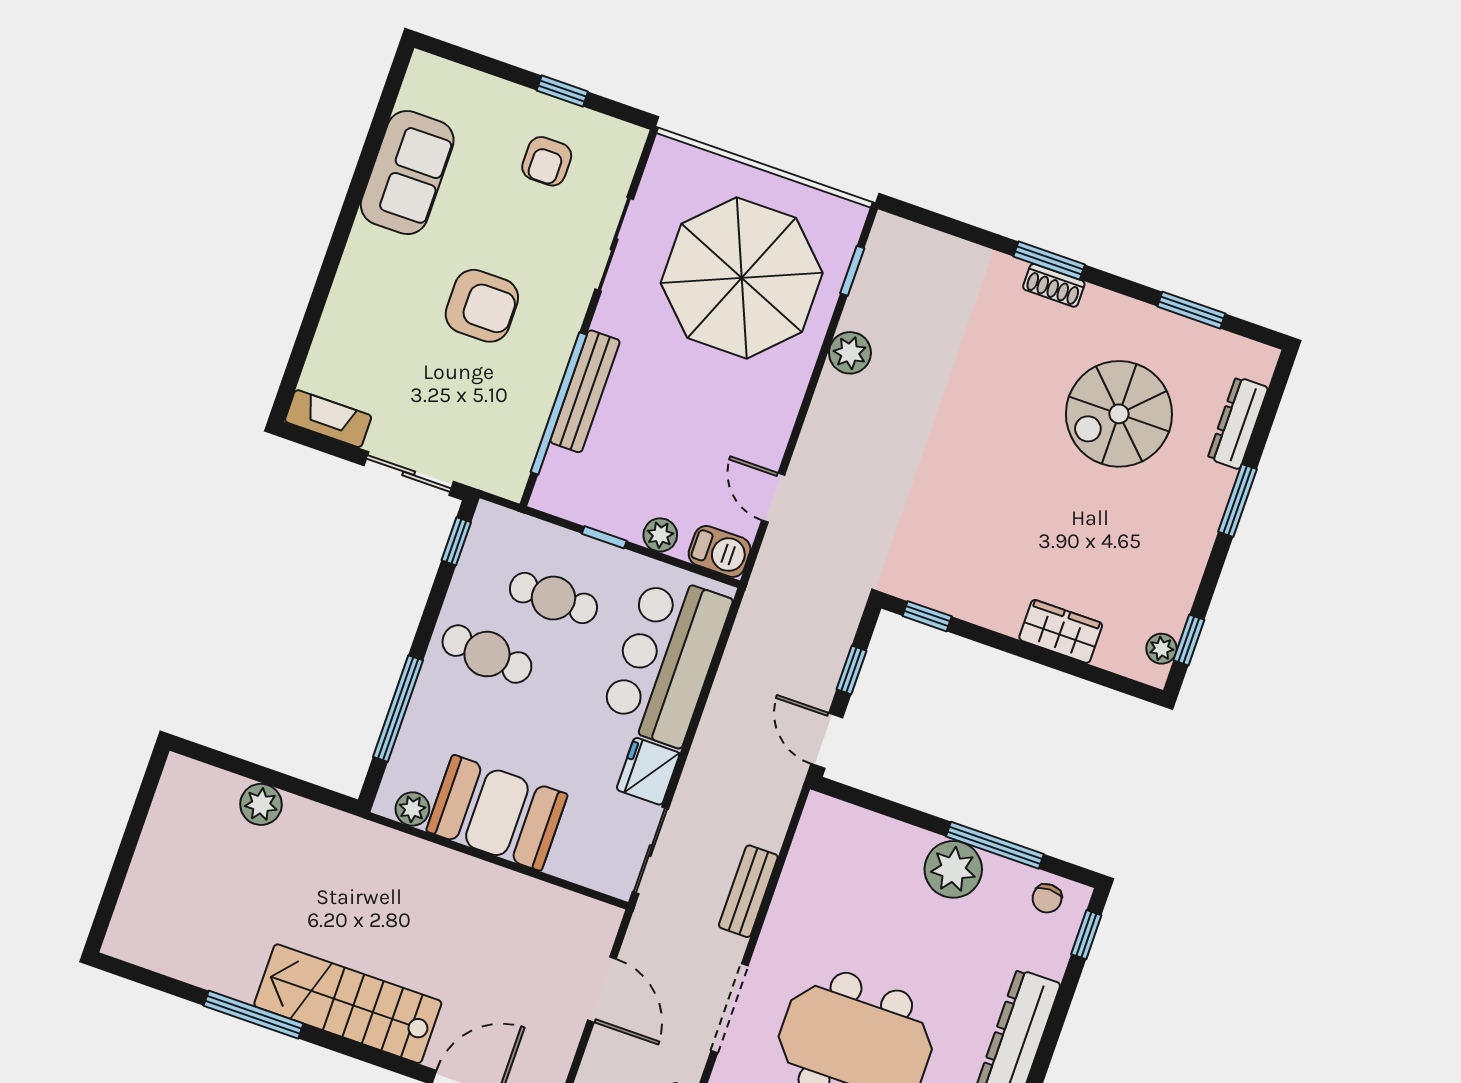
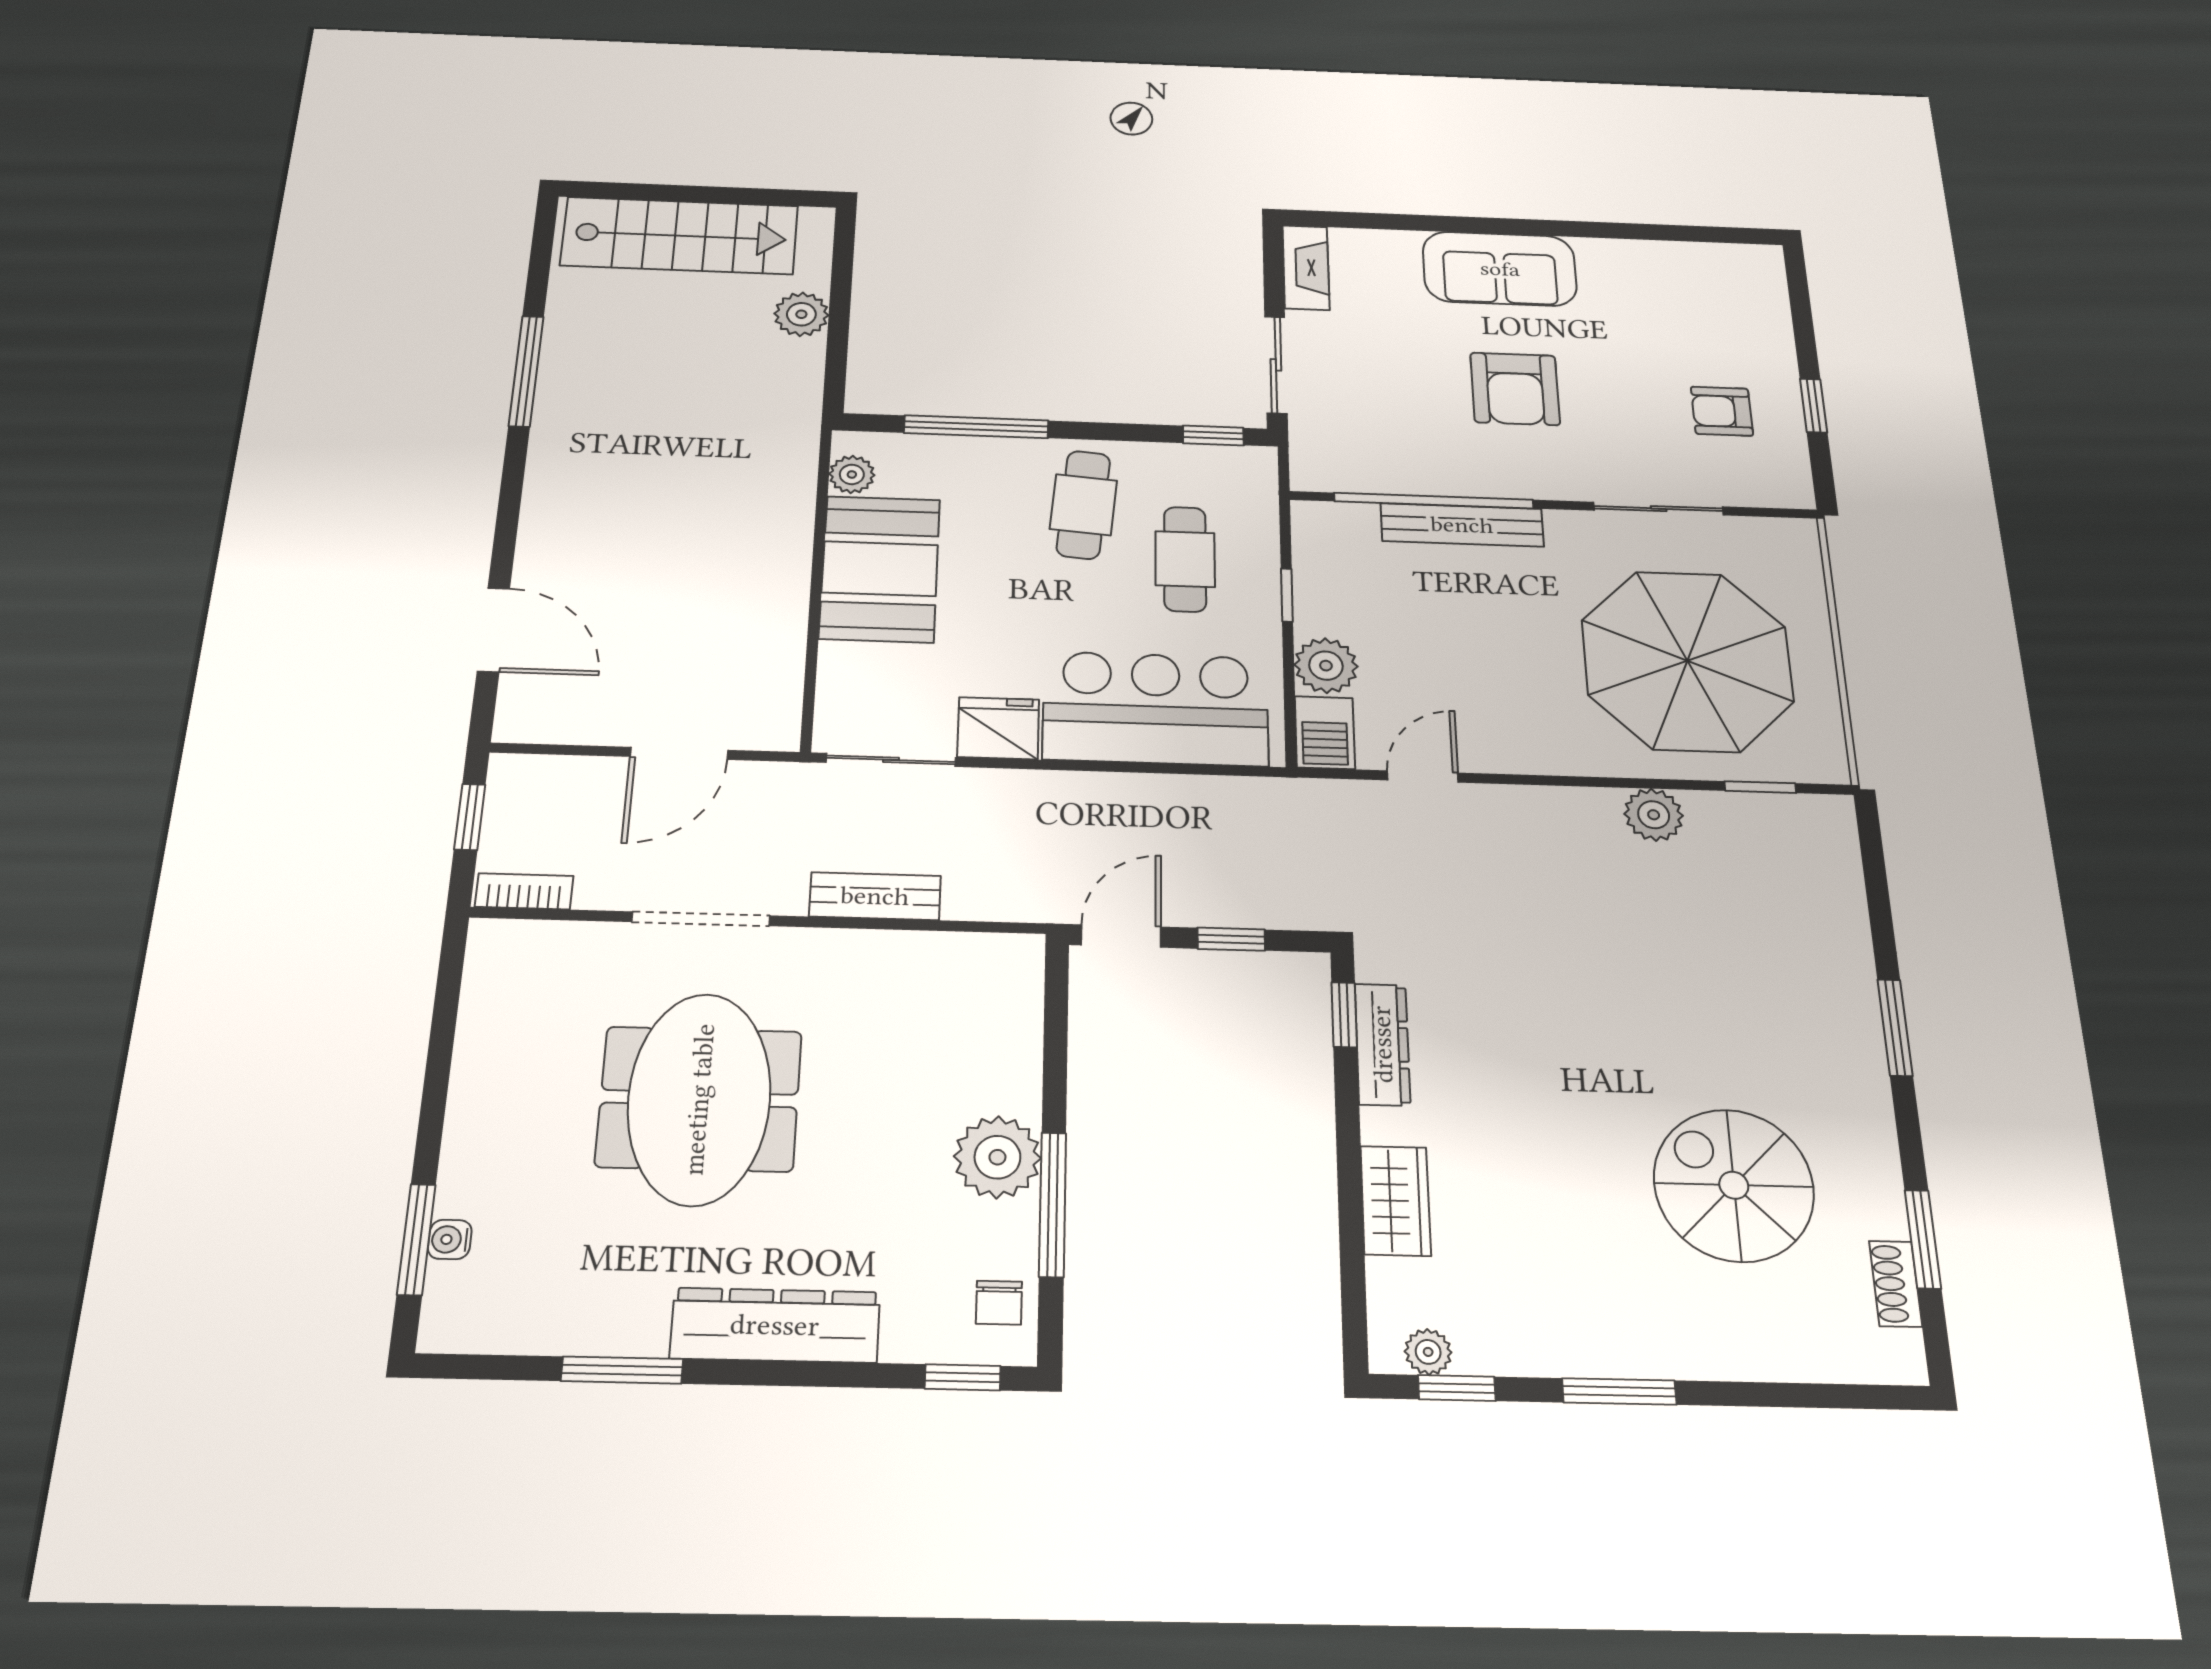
sofa: (407, 173) -> (1500, 269), moved
shoe rack: (1054, 285) -> (1896, 1284), moved
dresser: (1238, 423) -> (1382, 1044), moved, turned 90
window: (1238, 500) -> (1619, 1391), moved
plant: (660, 535) -> (1326, 666), width x1.38, depth x1.38
chair: (1047, 898) -> (999, 1303), turned -90
stairs: (348, 1004) -> (680, 236), moved, turned 90

